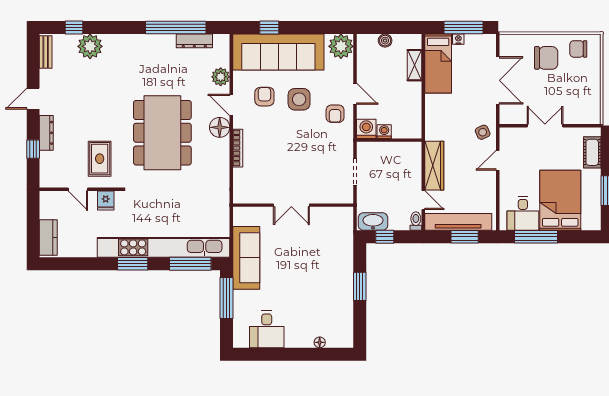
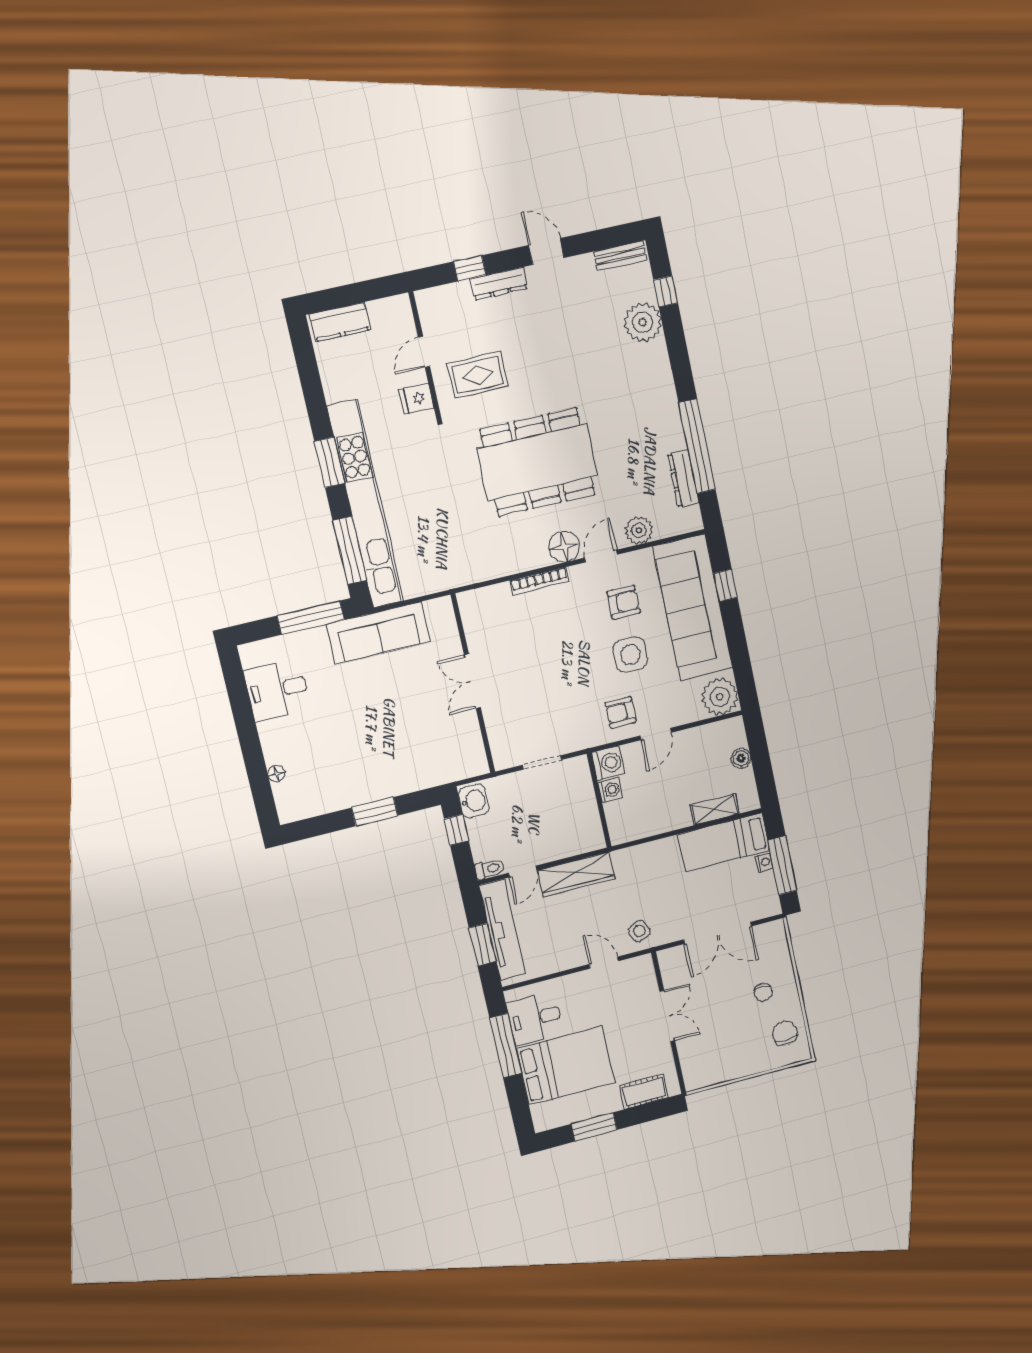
chair: (546, 58) -> (763, 992), width x0.54, depth x0.54
washbasin: (373, 222) -> (474, 801), width x0.72

